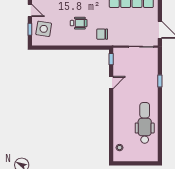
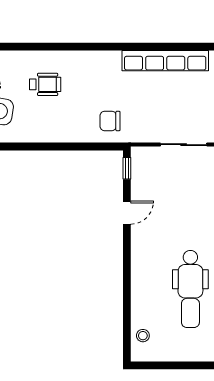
wheelchair: (79, 23) -> (45, 84), moved
dental chair: (145, 123) -> (190, 289), turned 180

